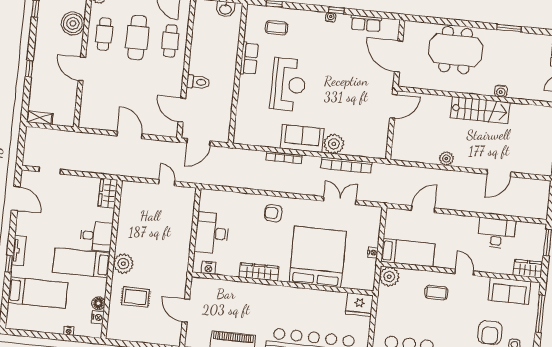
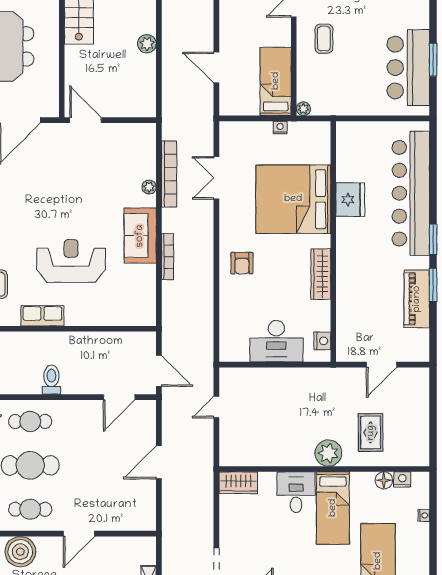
toilet: (198, 82) -> (51, 380), moved
plant: (334, 144) -> (149, 187), width x0.53, depth x0.53
plant: (389, 277) -> (303, 109), width x0.53, depth x0.53
fridge: (359, 305) -> (350, 200), moved

